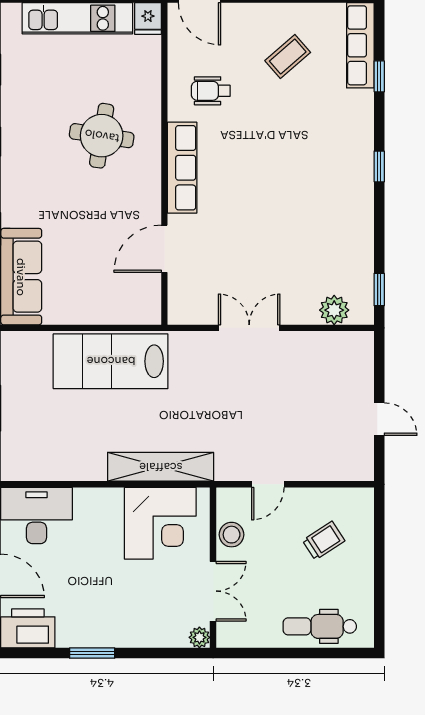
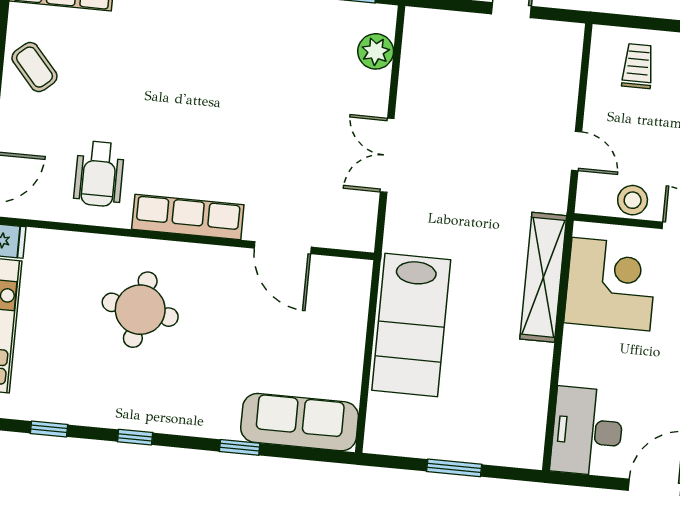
coffee table: (288, 56) -> (34, 67), moved
wheelchair: (211, 91) -> (99, 174), width x1.36, depth x1.37
trolley: (324, 541) -> (638, 66), moved, turned 33

